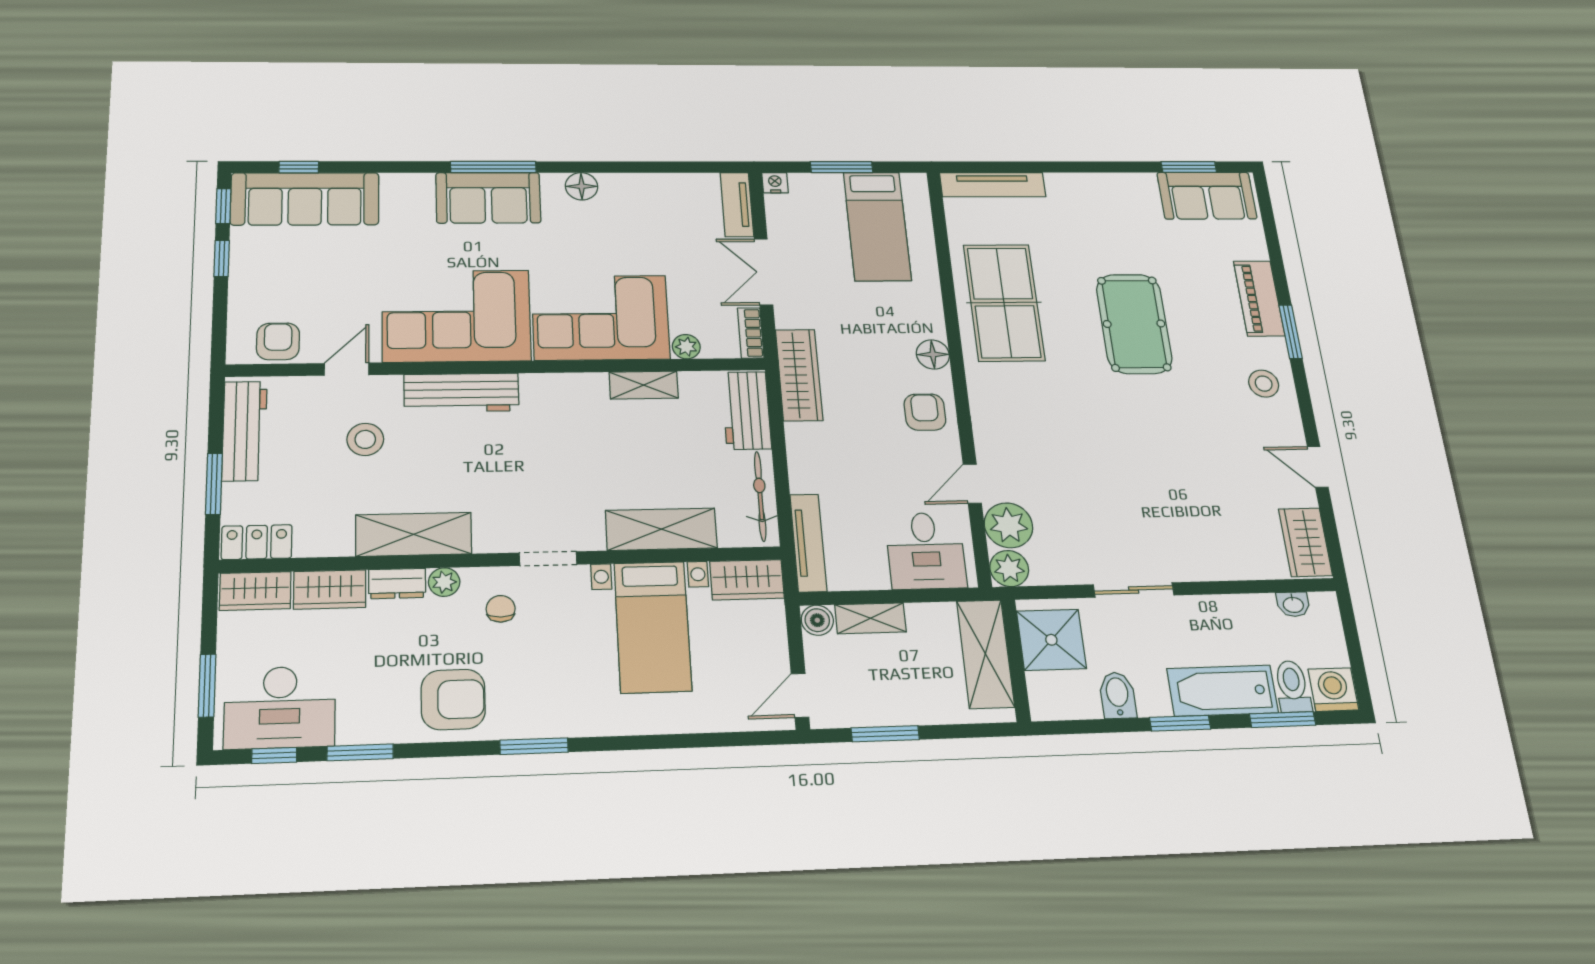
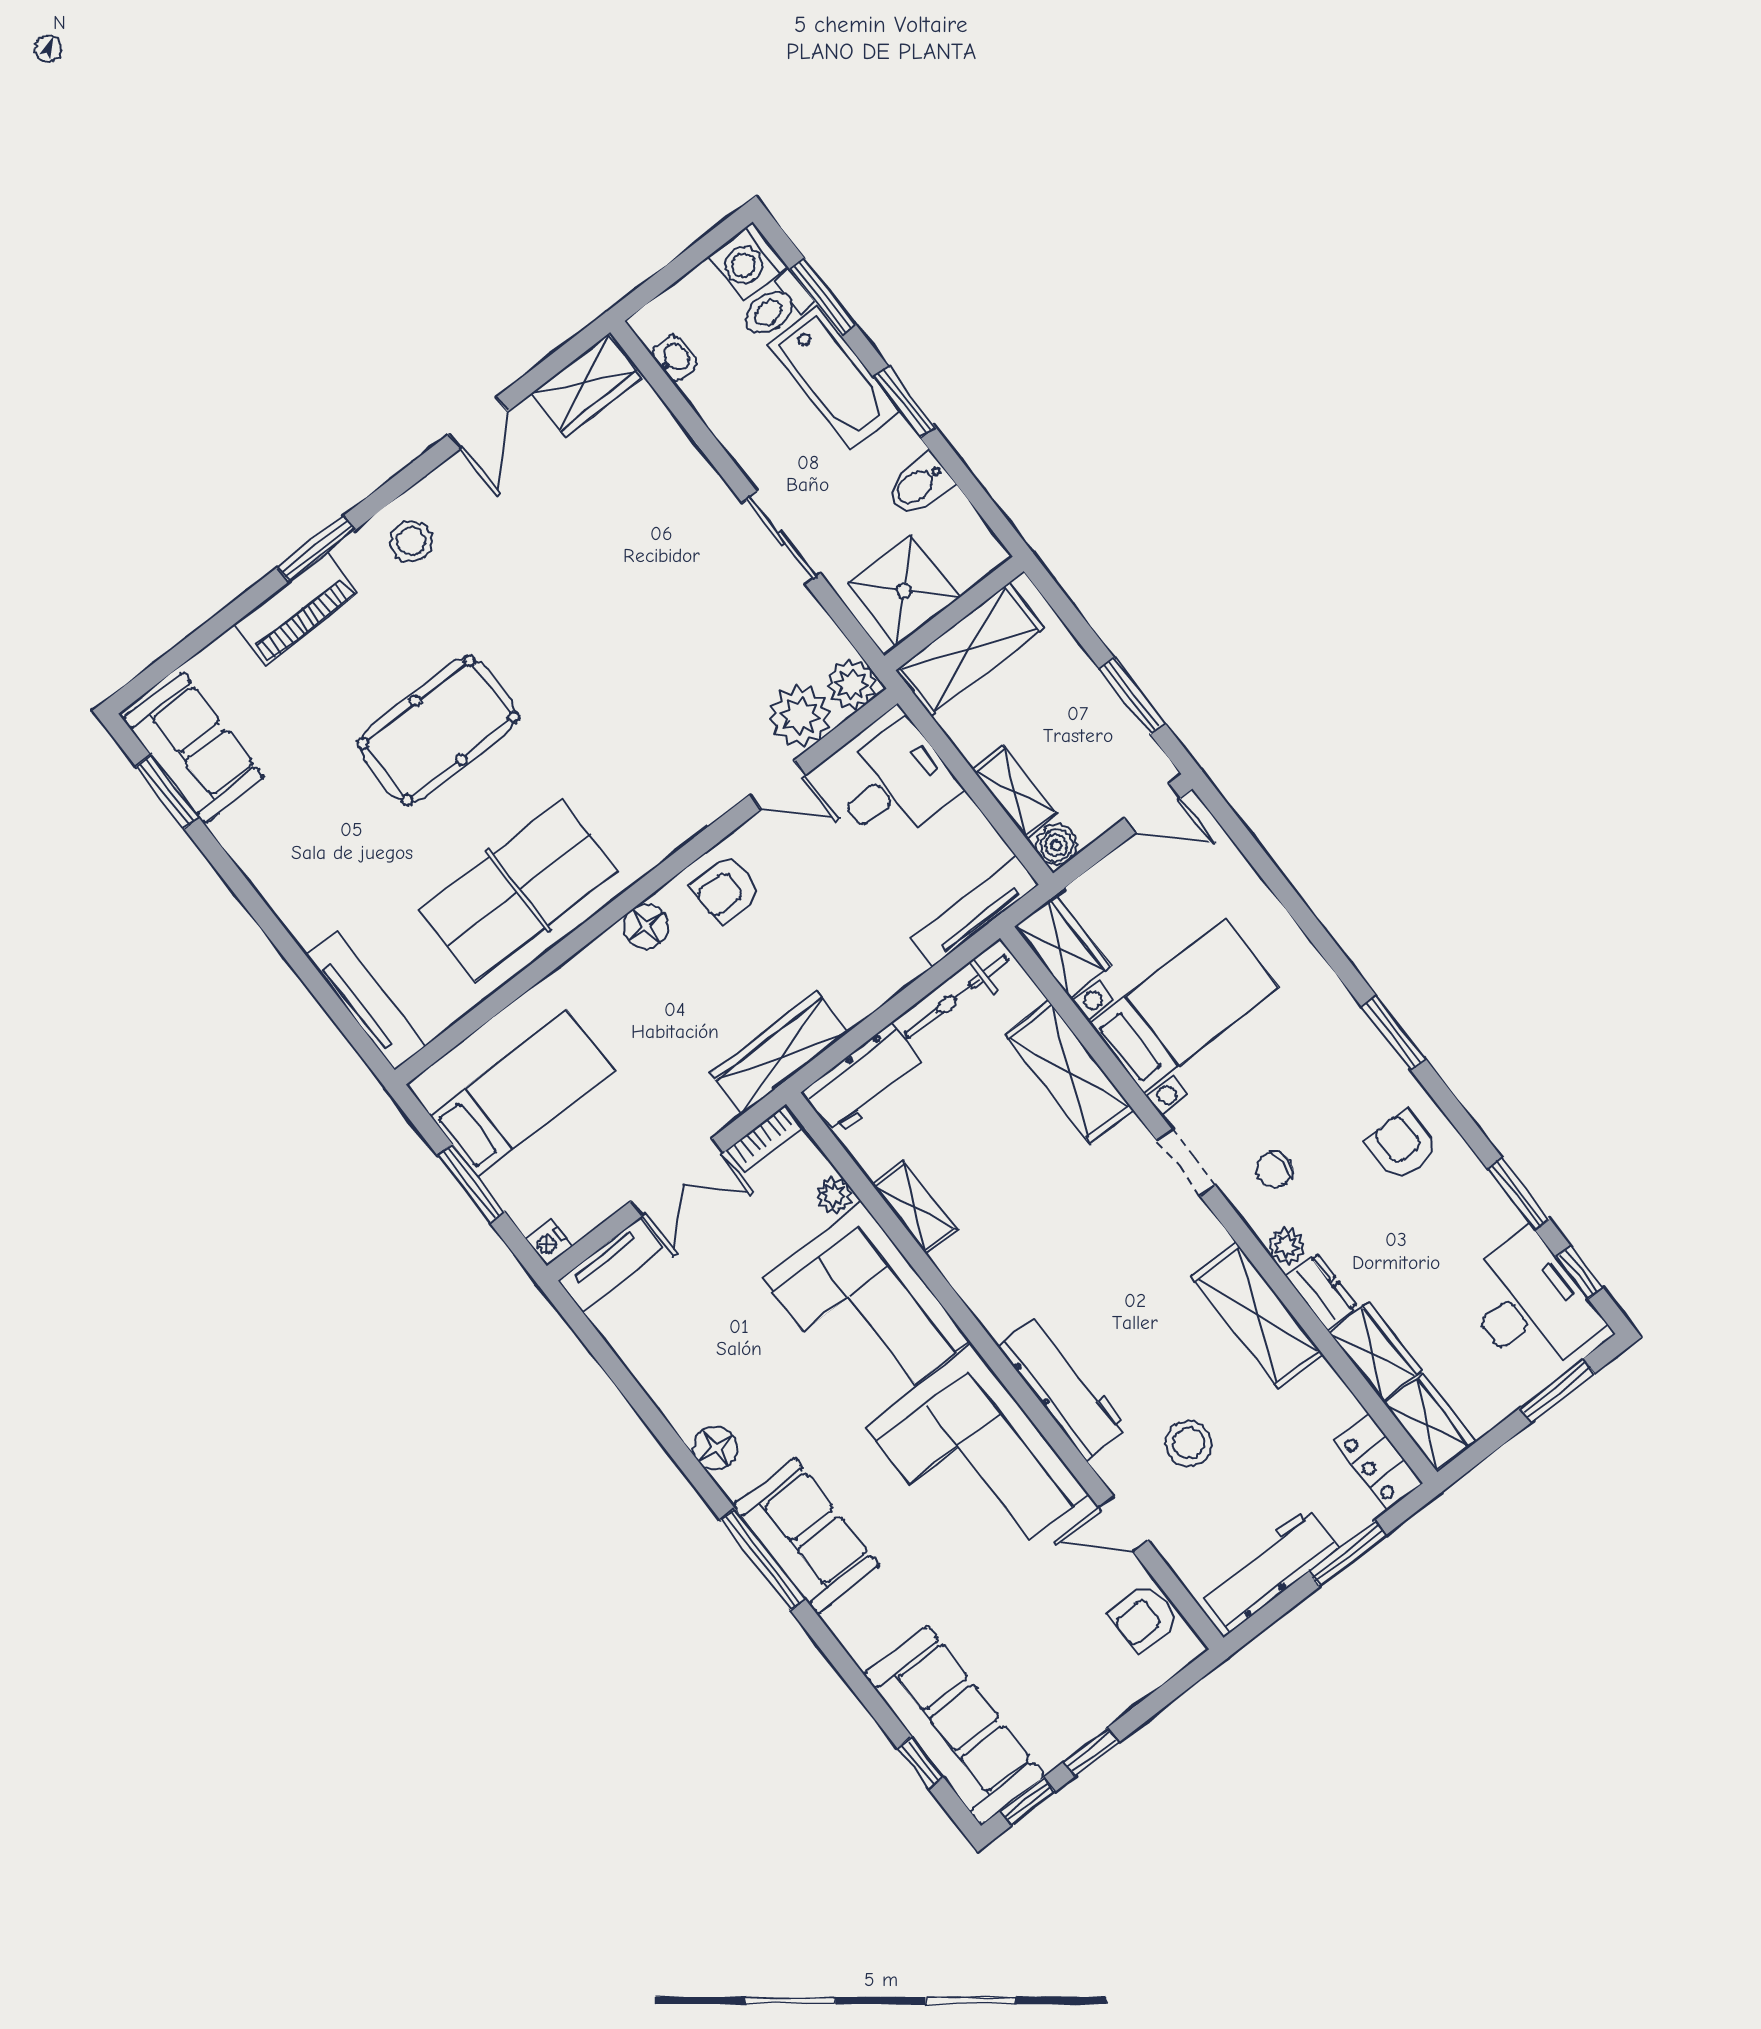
armchair: (453, 699) -> (1402, 1146), width x0.72, depth x0.72

